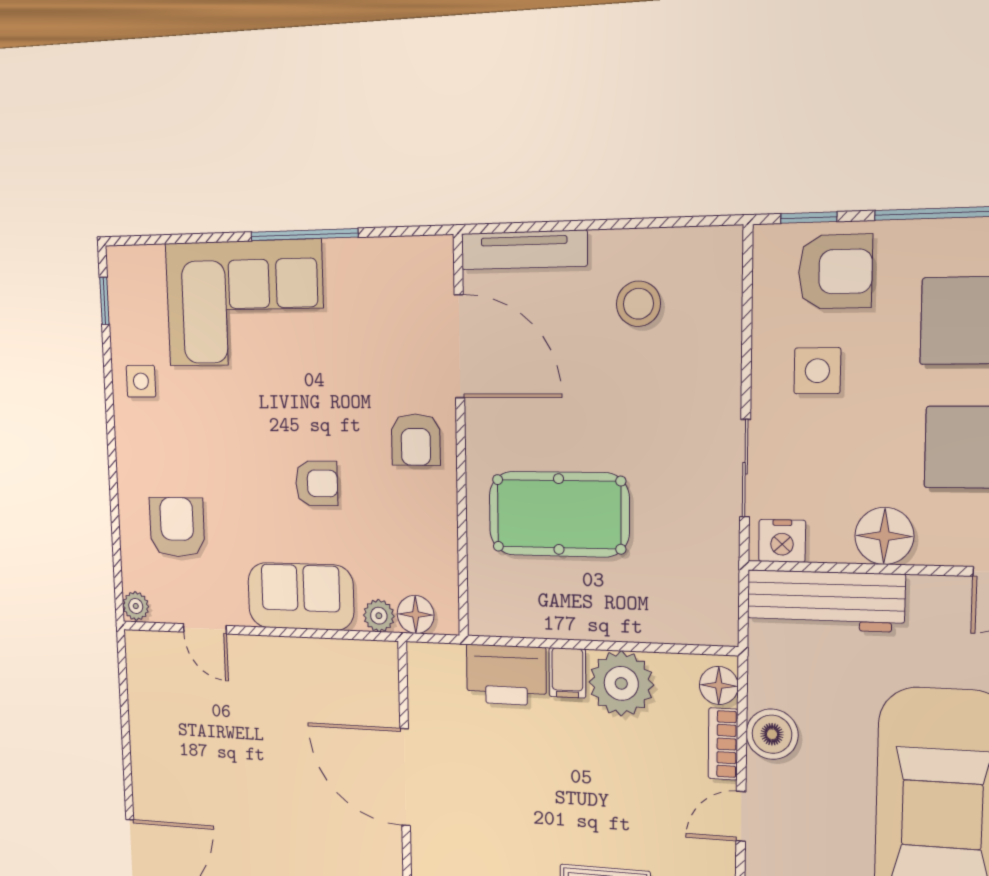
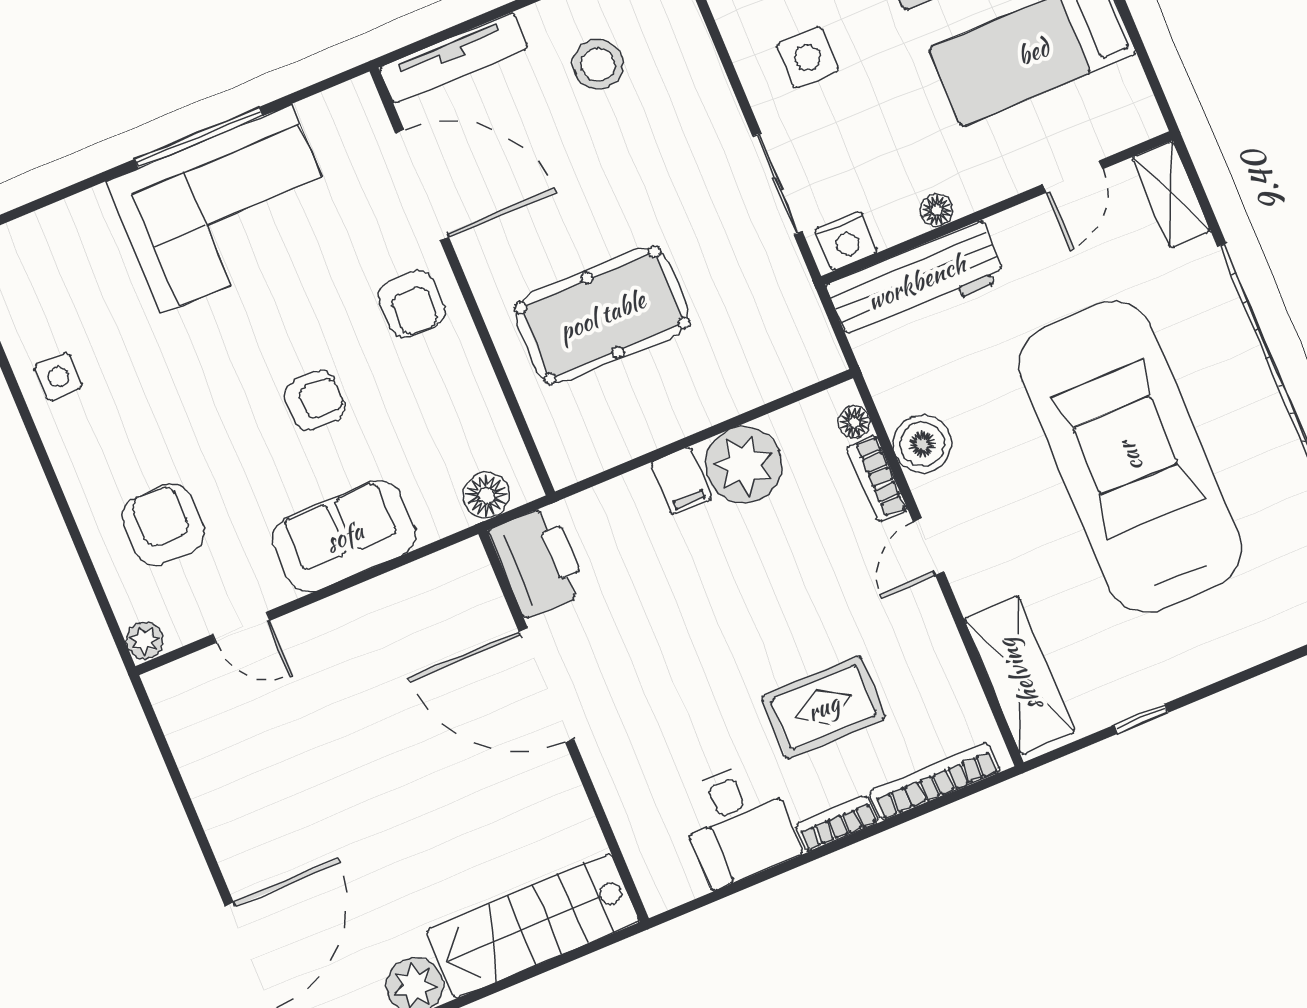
corner sofa: (244, 303) -> (226, 209), moved
floor lamp: (884, 536) -> (937, 210), width x0.53, depth x0.53
plant: (379, 616) -> (445, 516), removed
printer: (506, 675) -> (538, 562), moved, turned -90
floor lamp: (719, 685) -> (854, 422), width x0.73, depth x0.73

